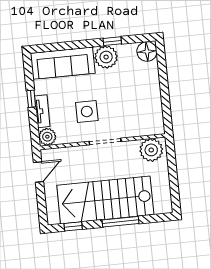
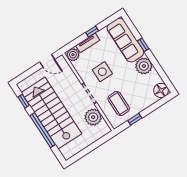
window: (112, 41) -> (143, 45), moved
window: (166, 102) -> (135, 119), added
coffee table: (136, 112) -> (119, 104), added
plant: (151, 150) -> (93, 117), moved
window: (120, 222) -> (42, 130), width x1.46

